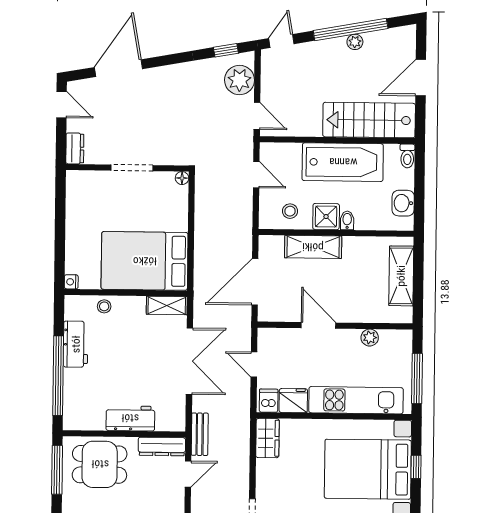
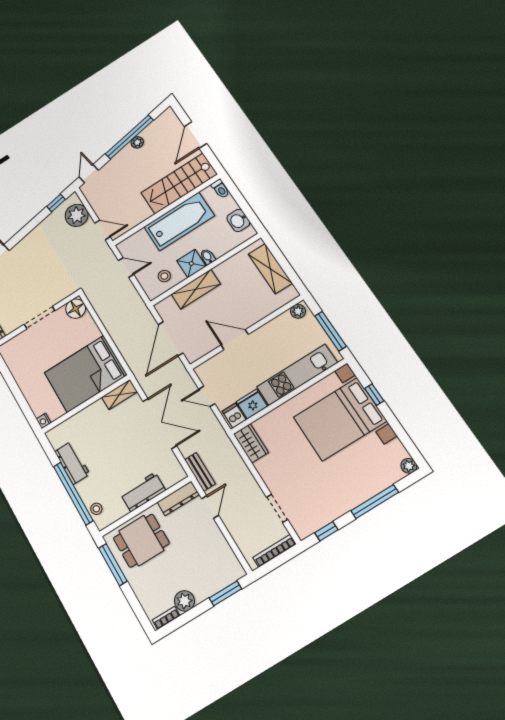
floor lamp: (182, 178) -> (76, 309), width x1.89, depth x1.89
stool: (104, 306) -> (96, 509), moved
plant: (370, 338) -> (298, 311), moved

